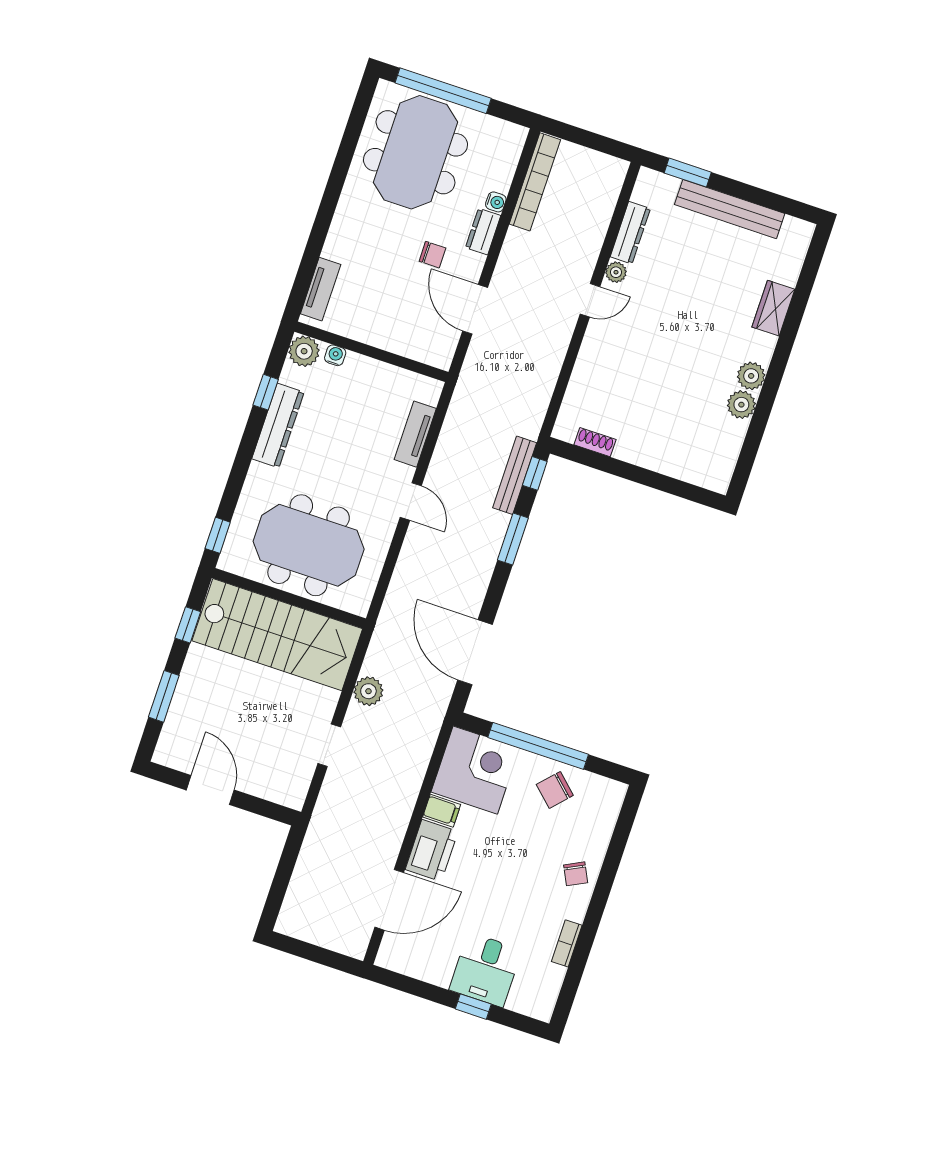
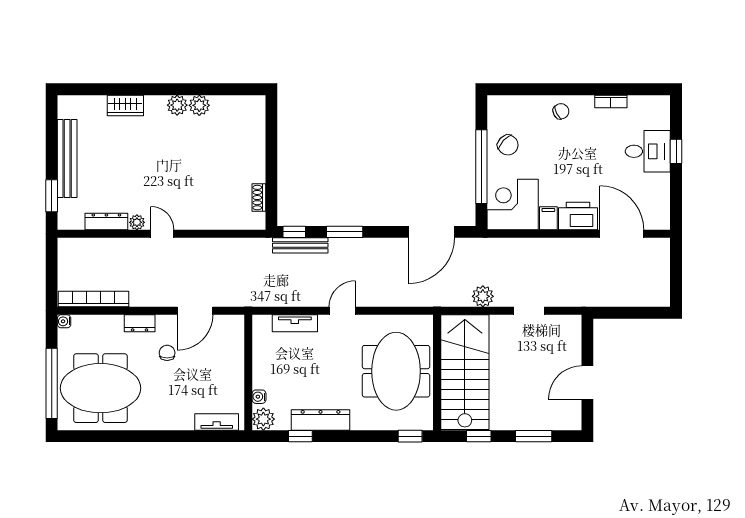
water cooler: (496, 202) -> (64, 321), moved, turned -90

